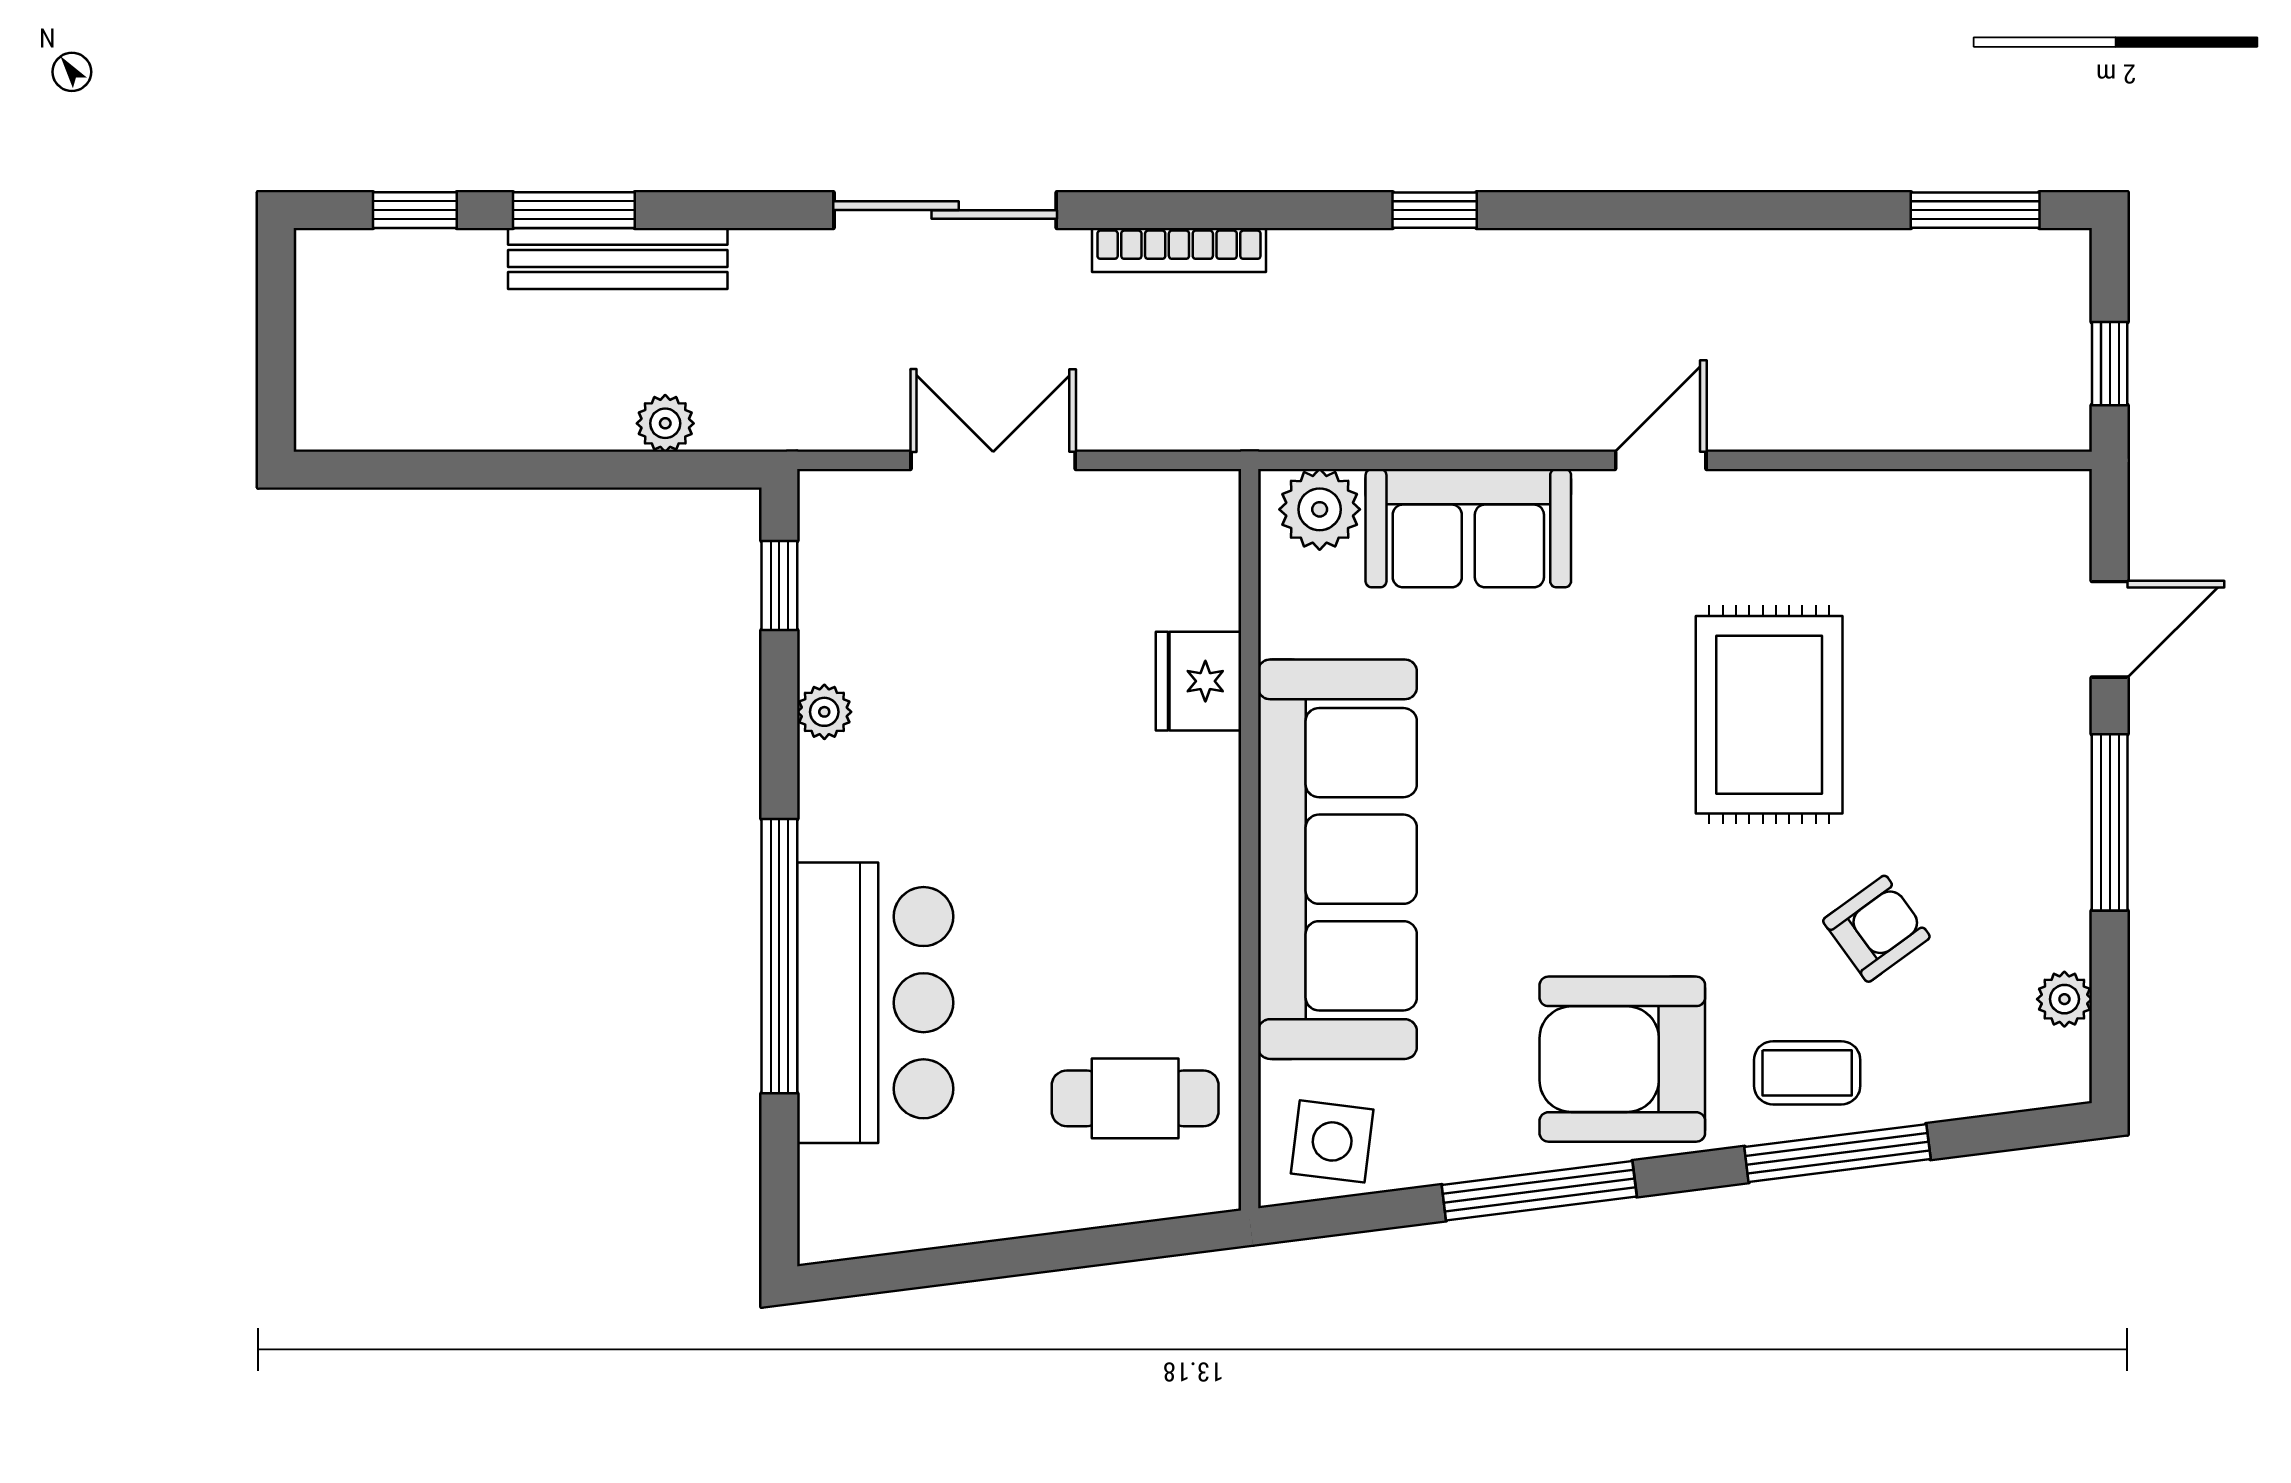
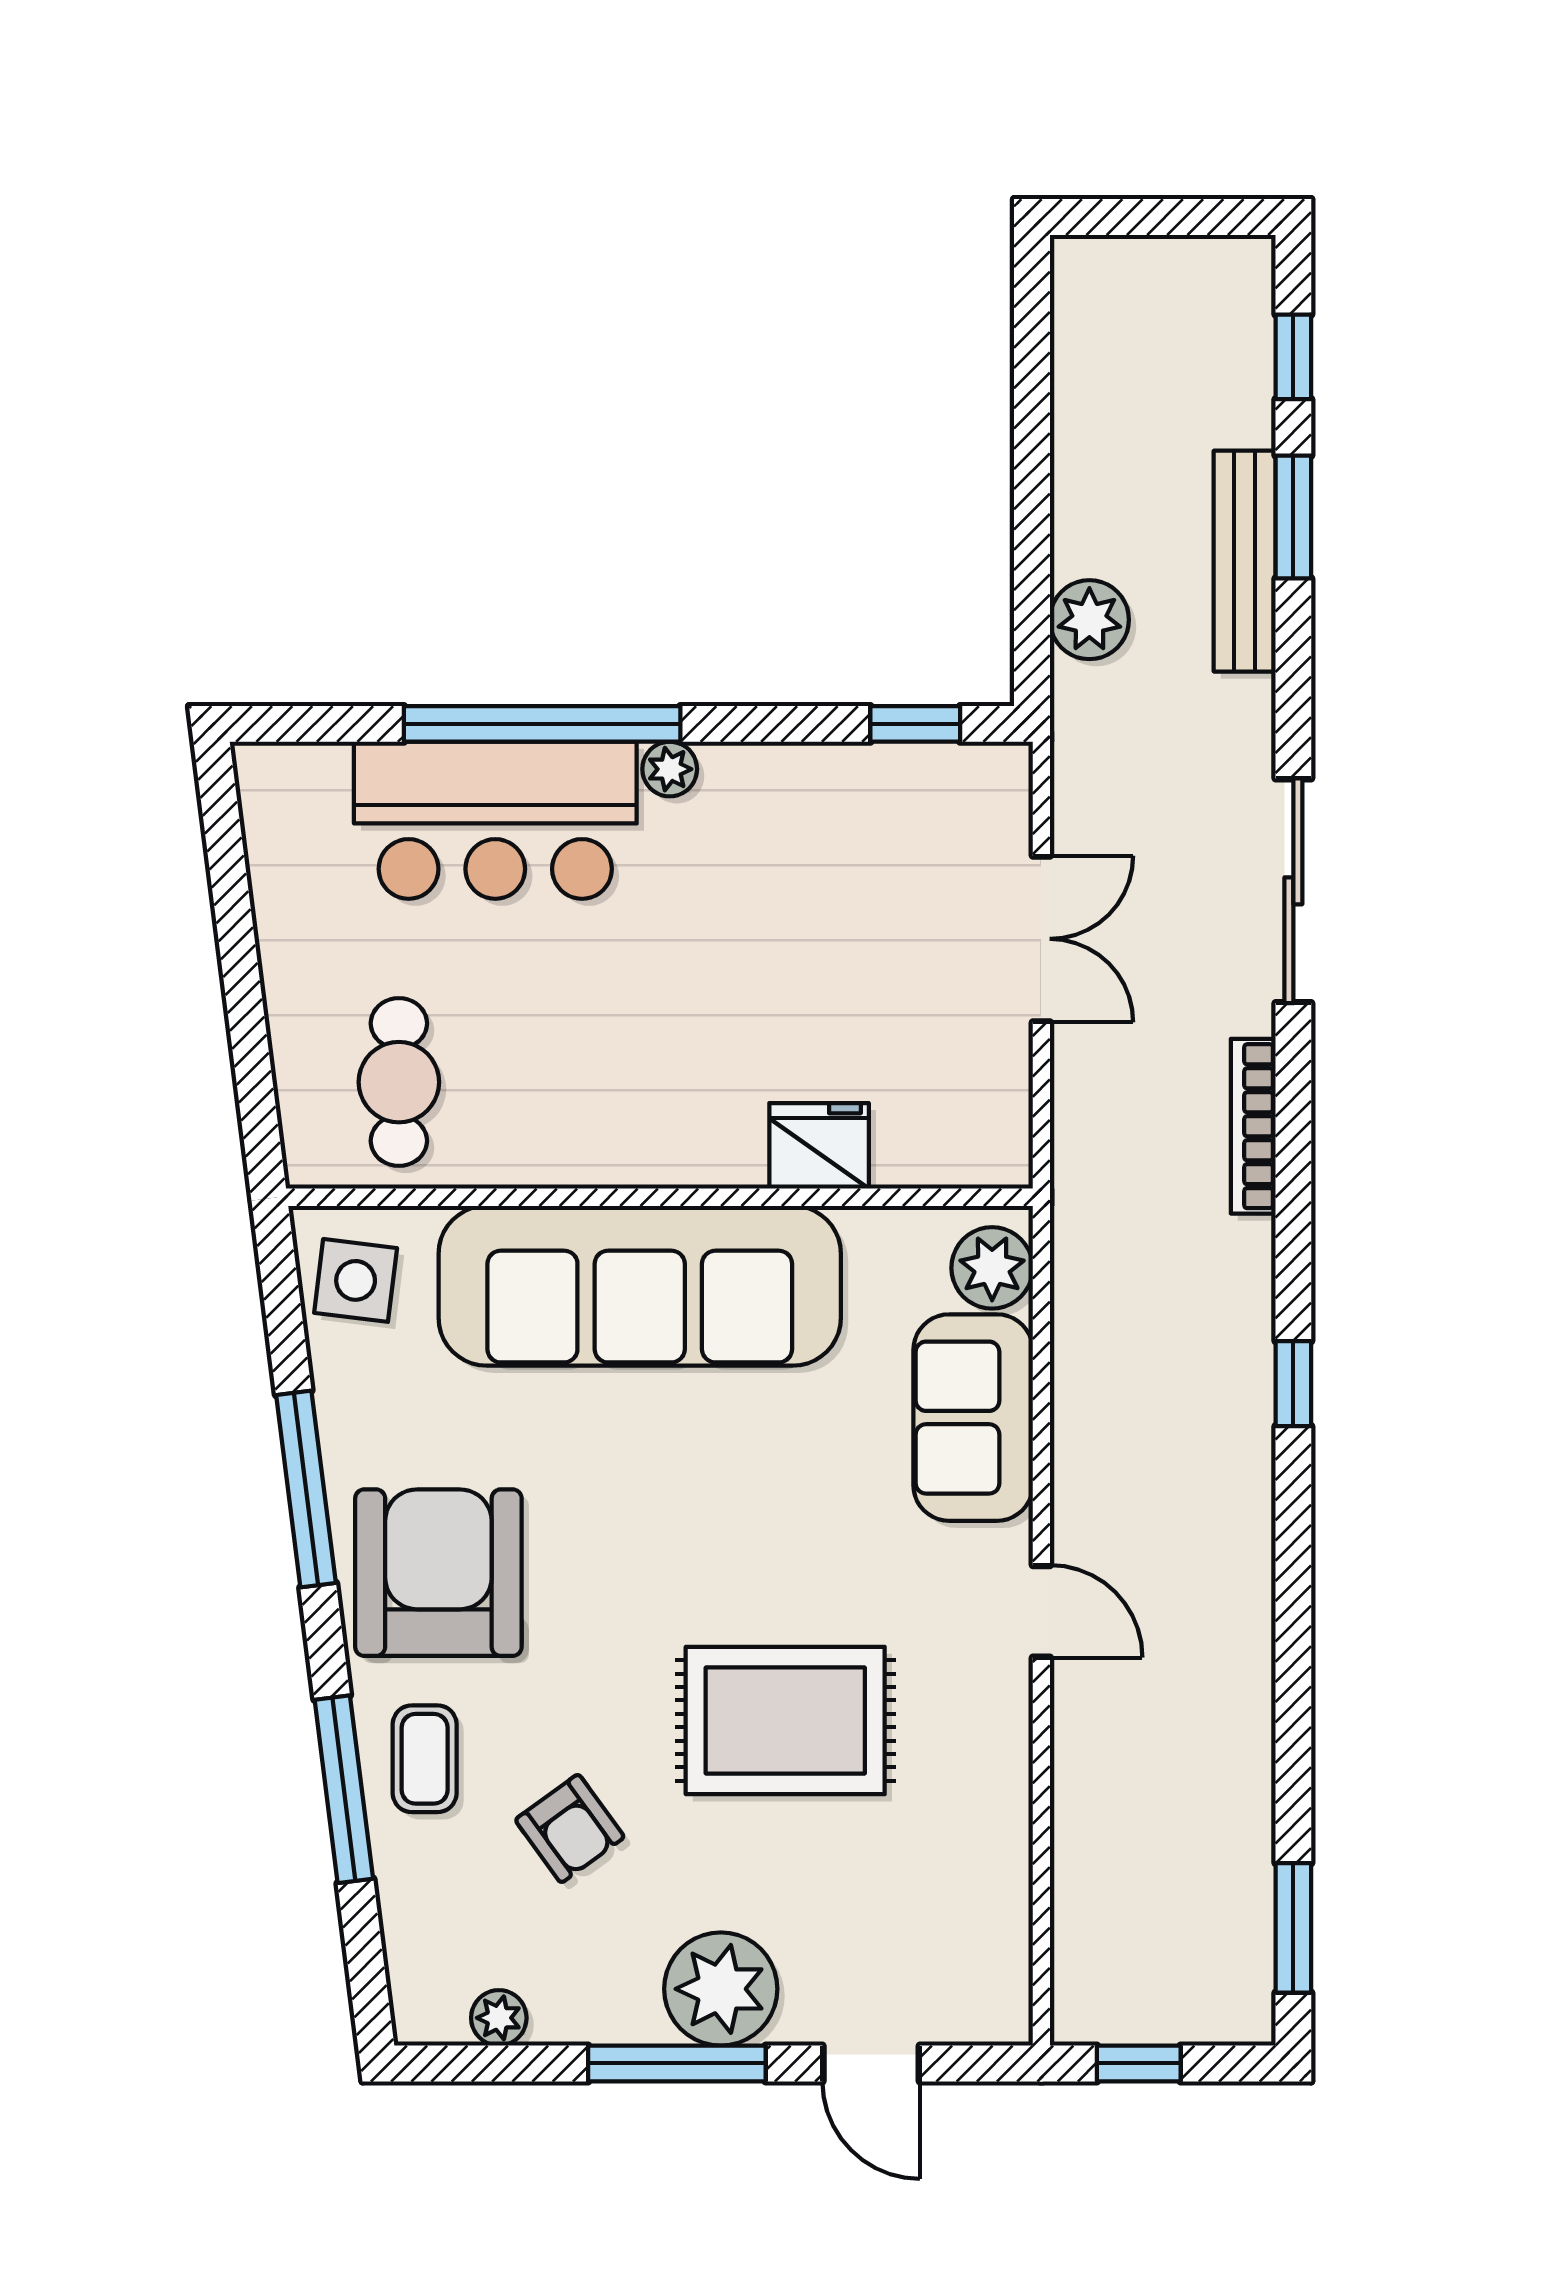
plant: (665, 423) -> (1089, 620), width x1.38, depth x1.38
plant: (824, 712) -> (670, 769), moved
plant: (2036, 779) -> (721, 1989), added

